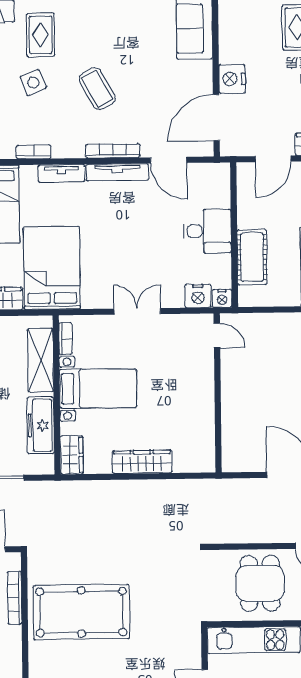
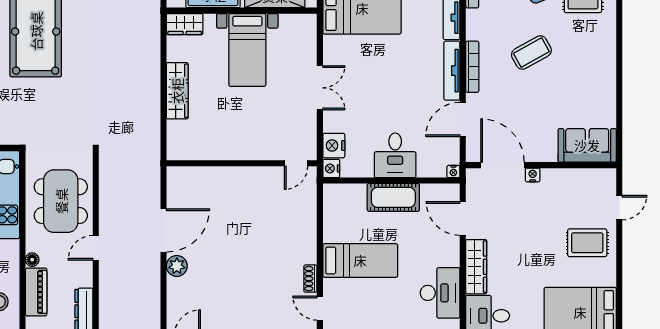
nightstand: (232, 79) -> (533, 175), width x0.53, depth x0.56
nightstand: (224, 169) -> (453, 172), added
cot: (252, 257) -> (393, 197), moved
bookcase: (65, 339) -> (295, 20), removed
dining table: (260, 583) -> (61, 201), width x1.38

